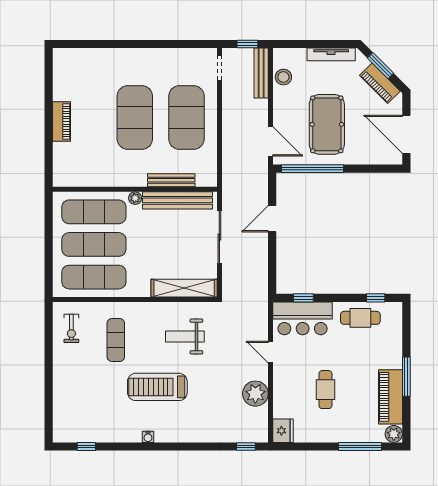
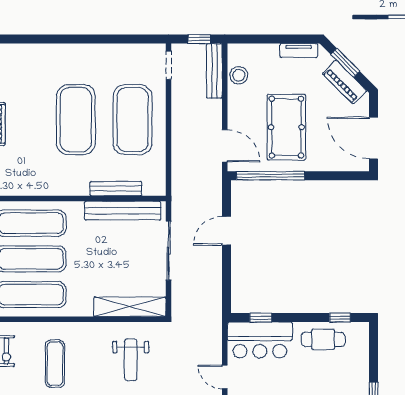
tv unit: (331, 54) -> (299, 51), width x0.71
plant: (135, 198) -> (76, 208), removed
weight bench: (185, 336) -> (131, 360), turned -90

